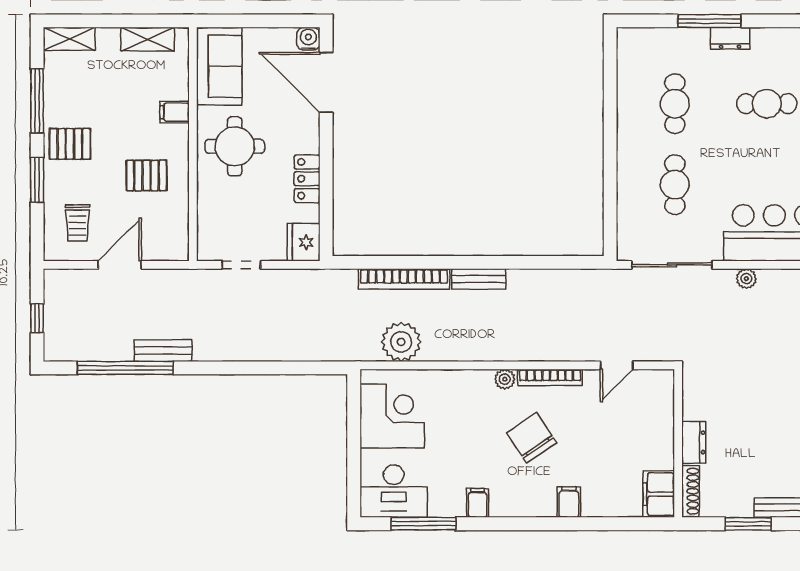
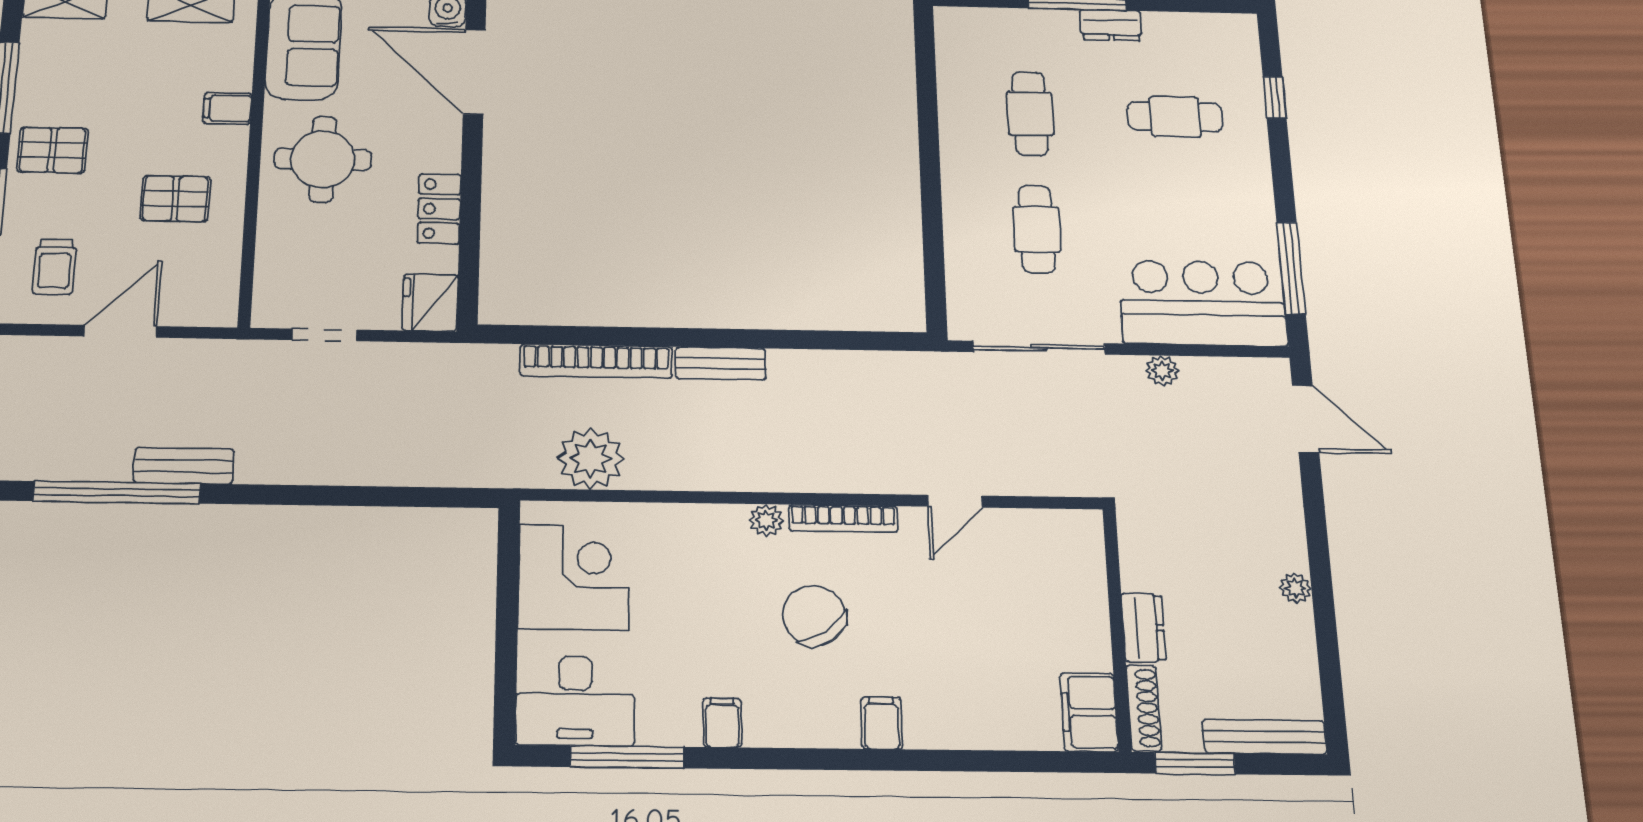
dresser: (694, 442) -> (1143, 628), moved
wall: (678, 443) -> (1117, 629), moved
shoe rack: (691, 491) -> (1144, 708), moved
filing cabinet: (659, 494) -> (1089, 712), moved

